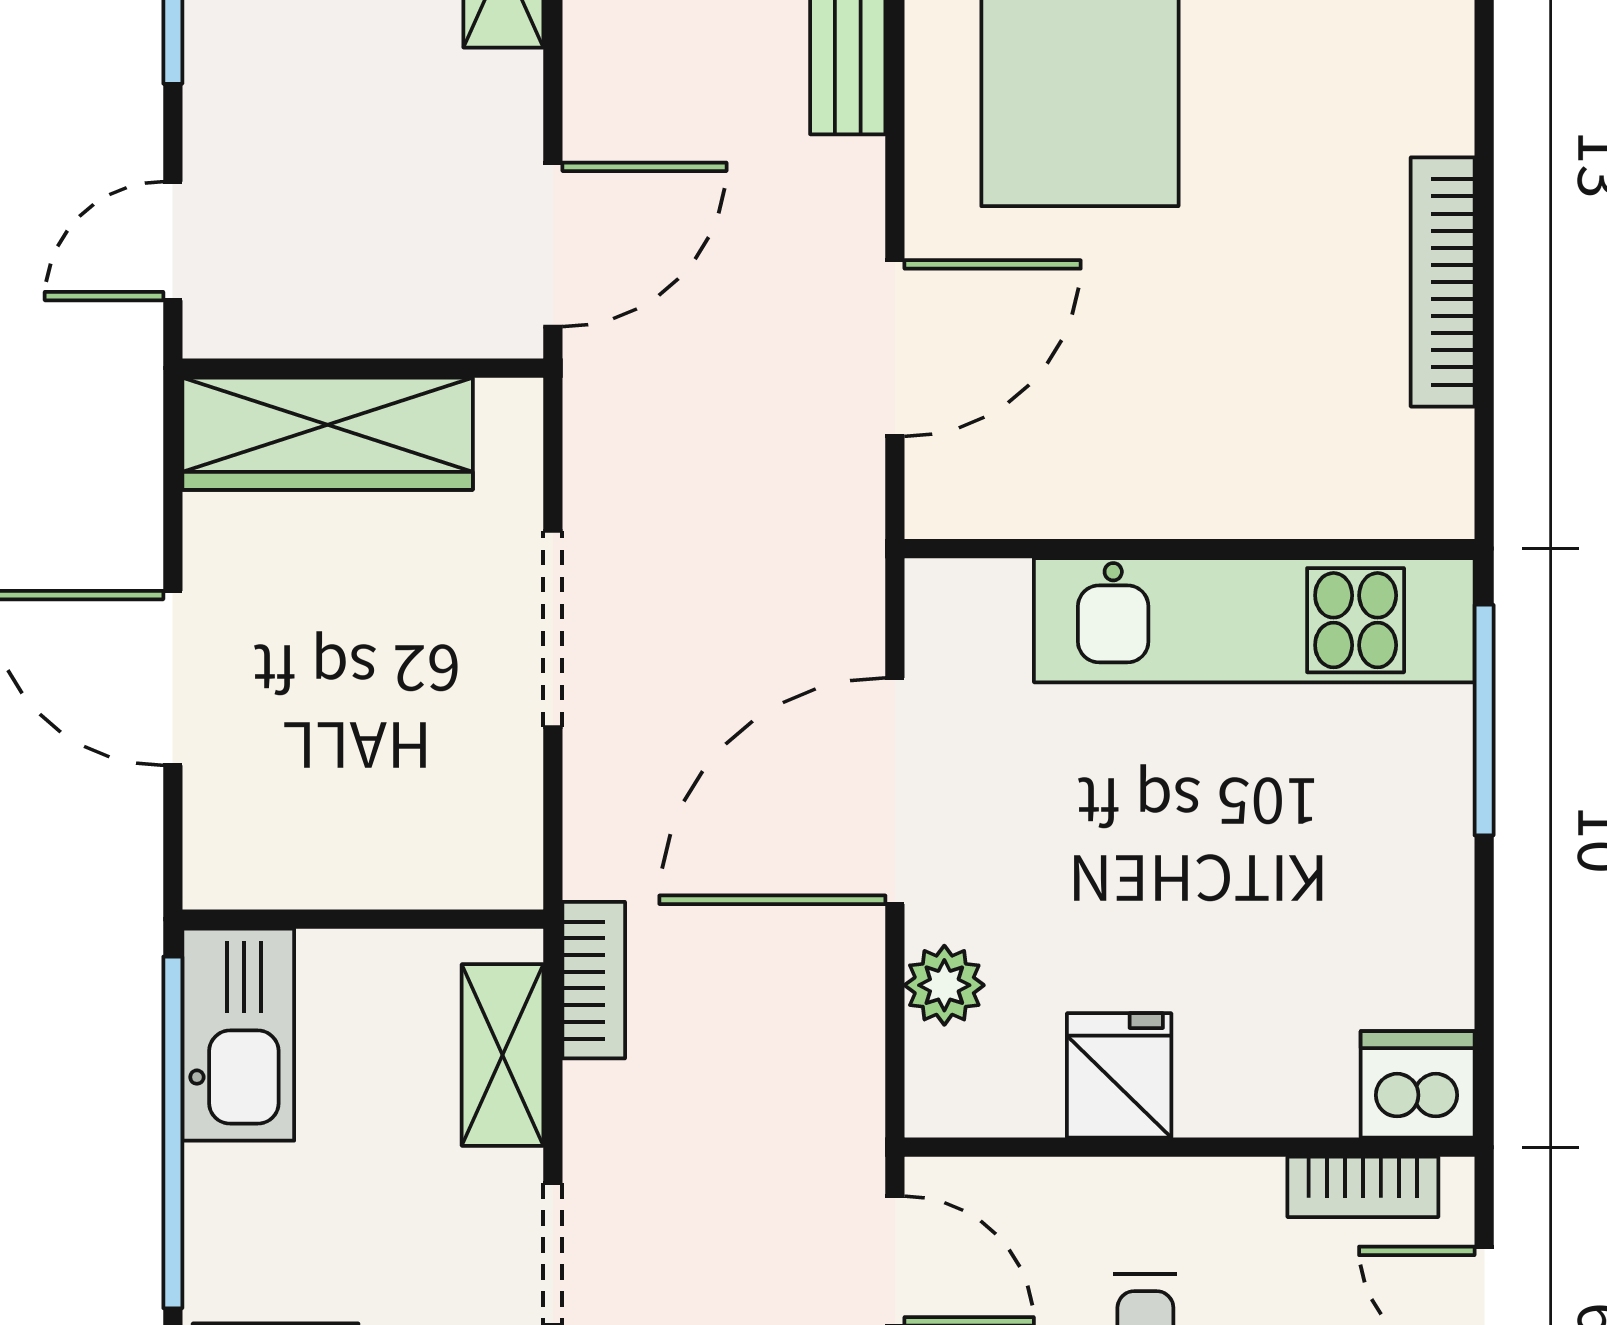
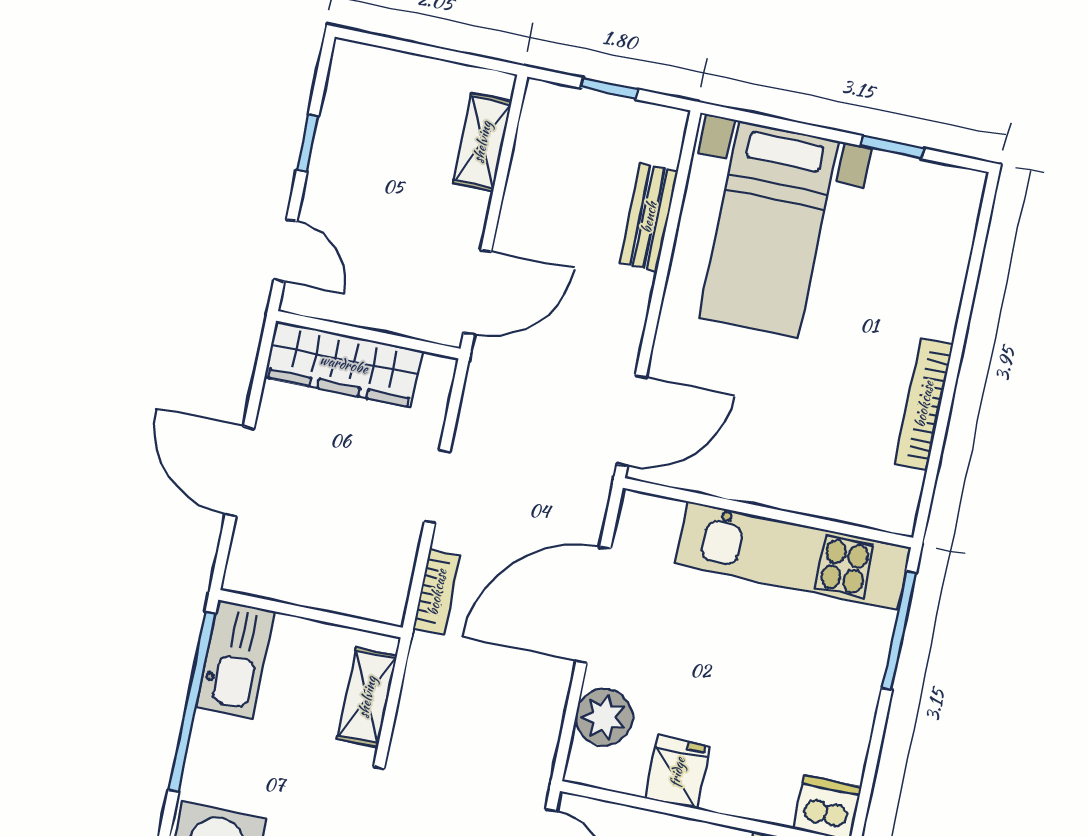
door: (173, 241) -> (285, 250), swing flipped
door: (895, 348) -> (632, 420), moved
doorway: (553, 629) -> (437, 487), width x0.73
bookcase: (594, 980) -> (437, 592), moved
plant: (944, 985) -> (604, 717), width x1.38, depth x1.38

